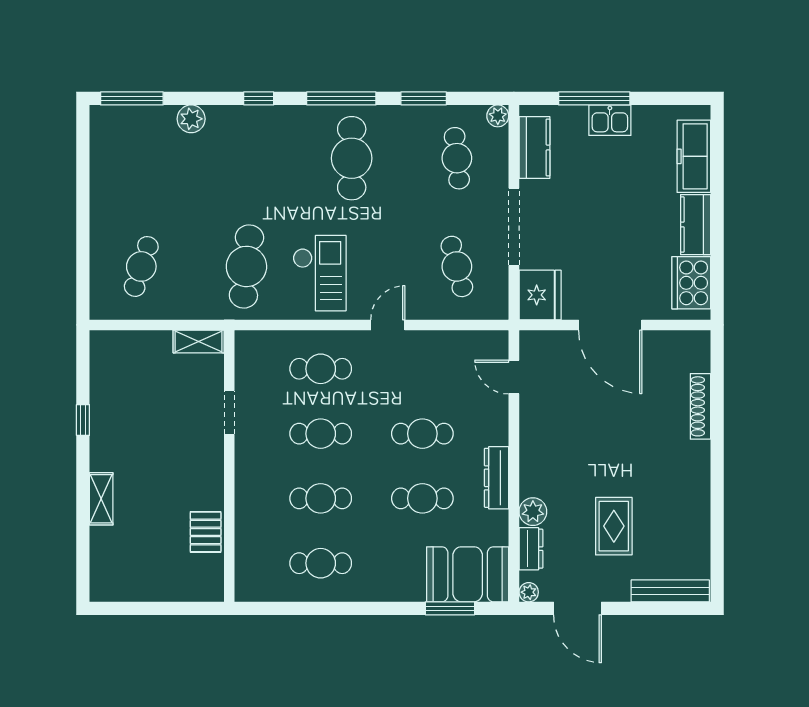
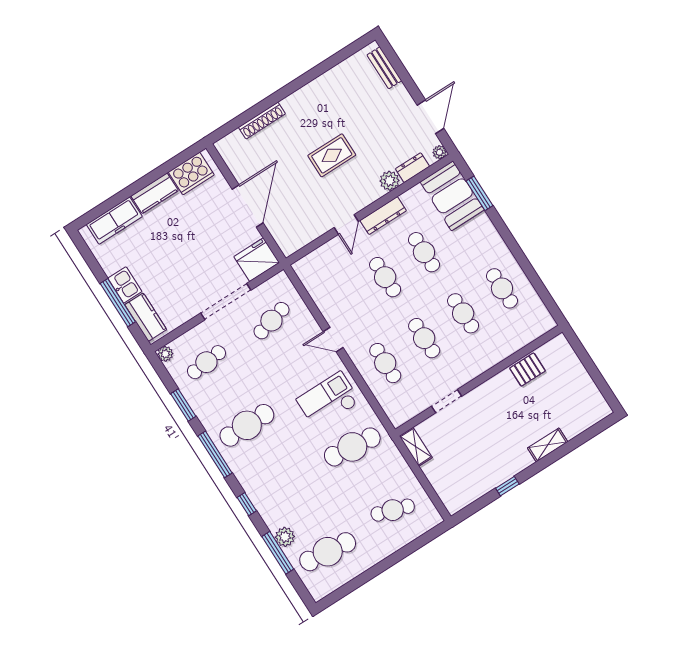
window: (132, 98) -> (278, 553), moved
kitchen counter: (534, 147) -> (146, 317), moved, turned 90
cafe table: (141, 158) -> (328, 552), added
door: (514, 377) -> (346, 224), moved
rug: (614, 526) -> (332, 155), moved
bench: (670, 591) -> (384, 68), width x0.73

